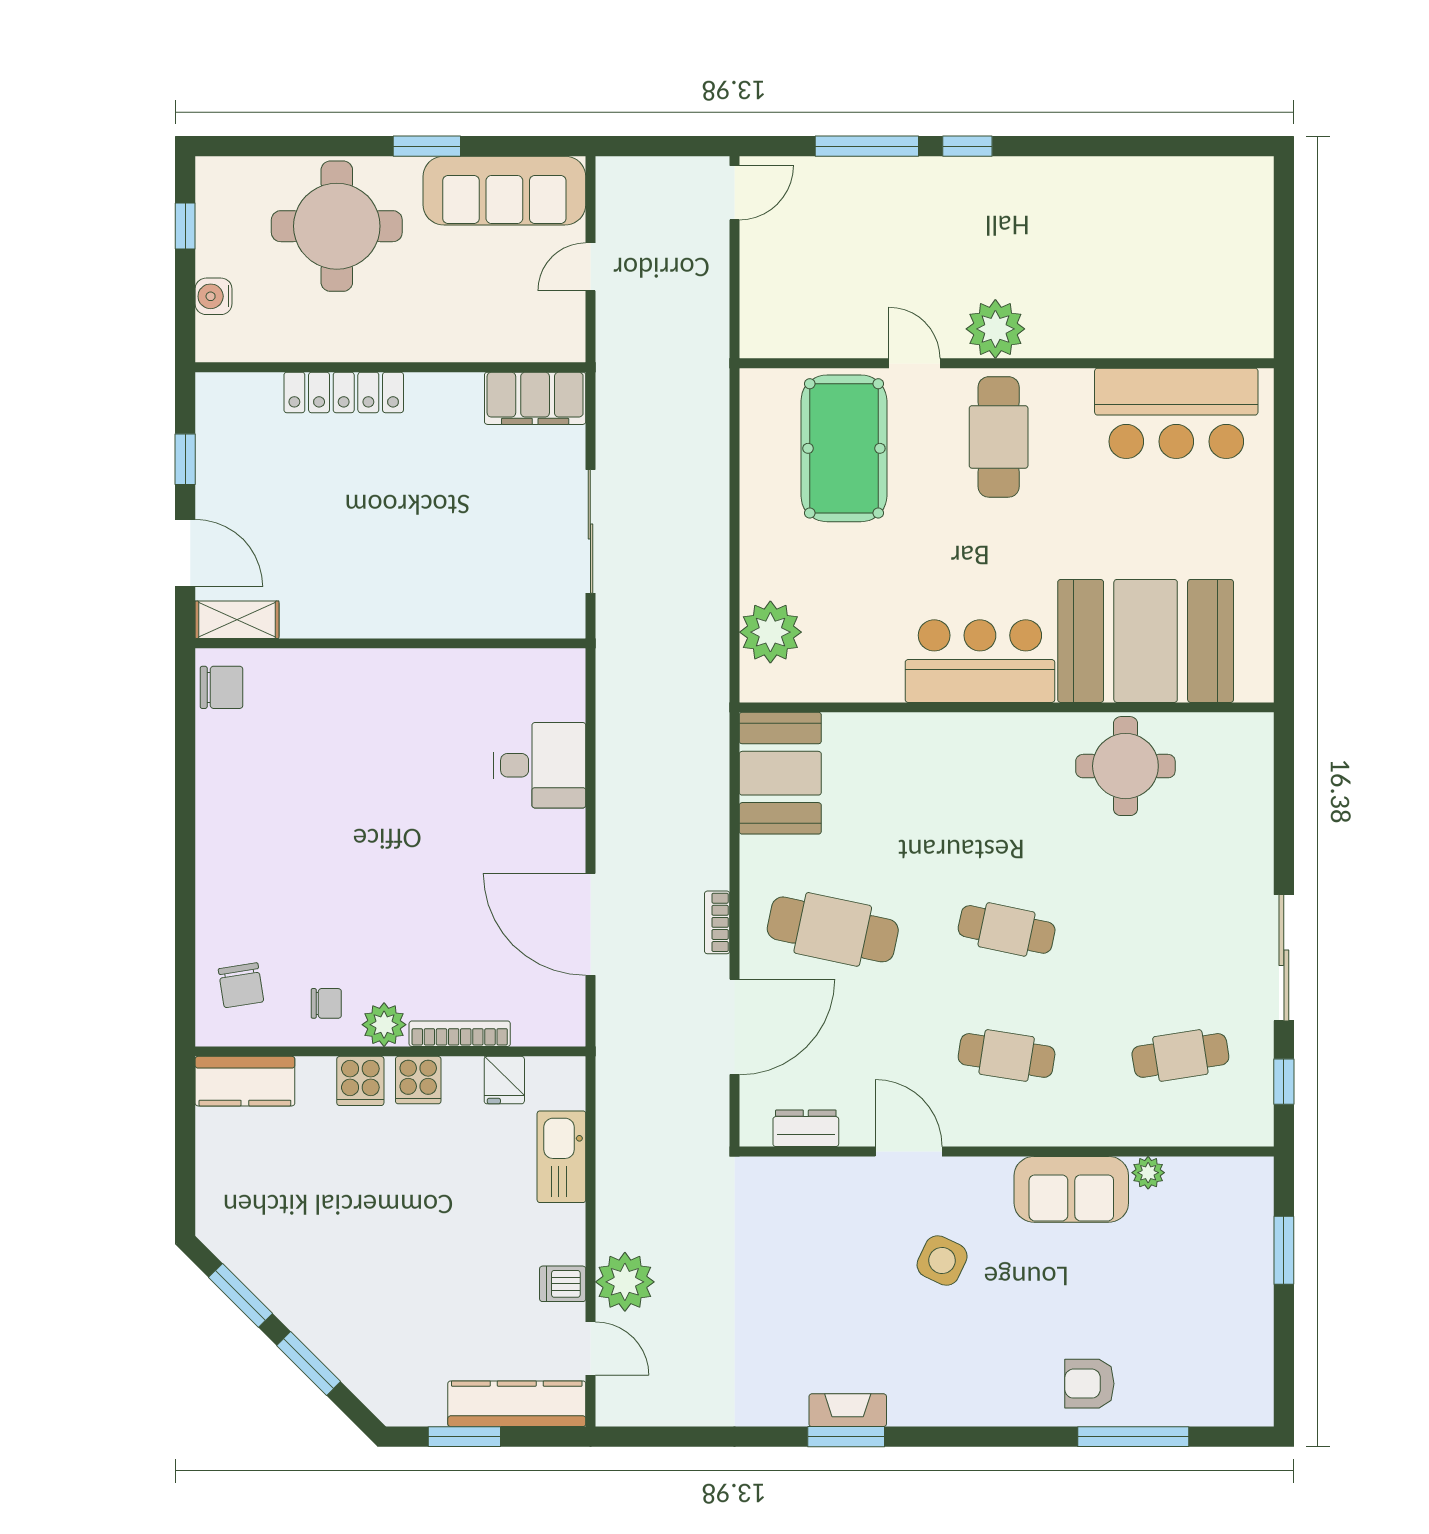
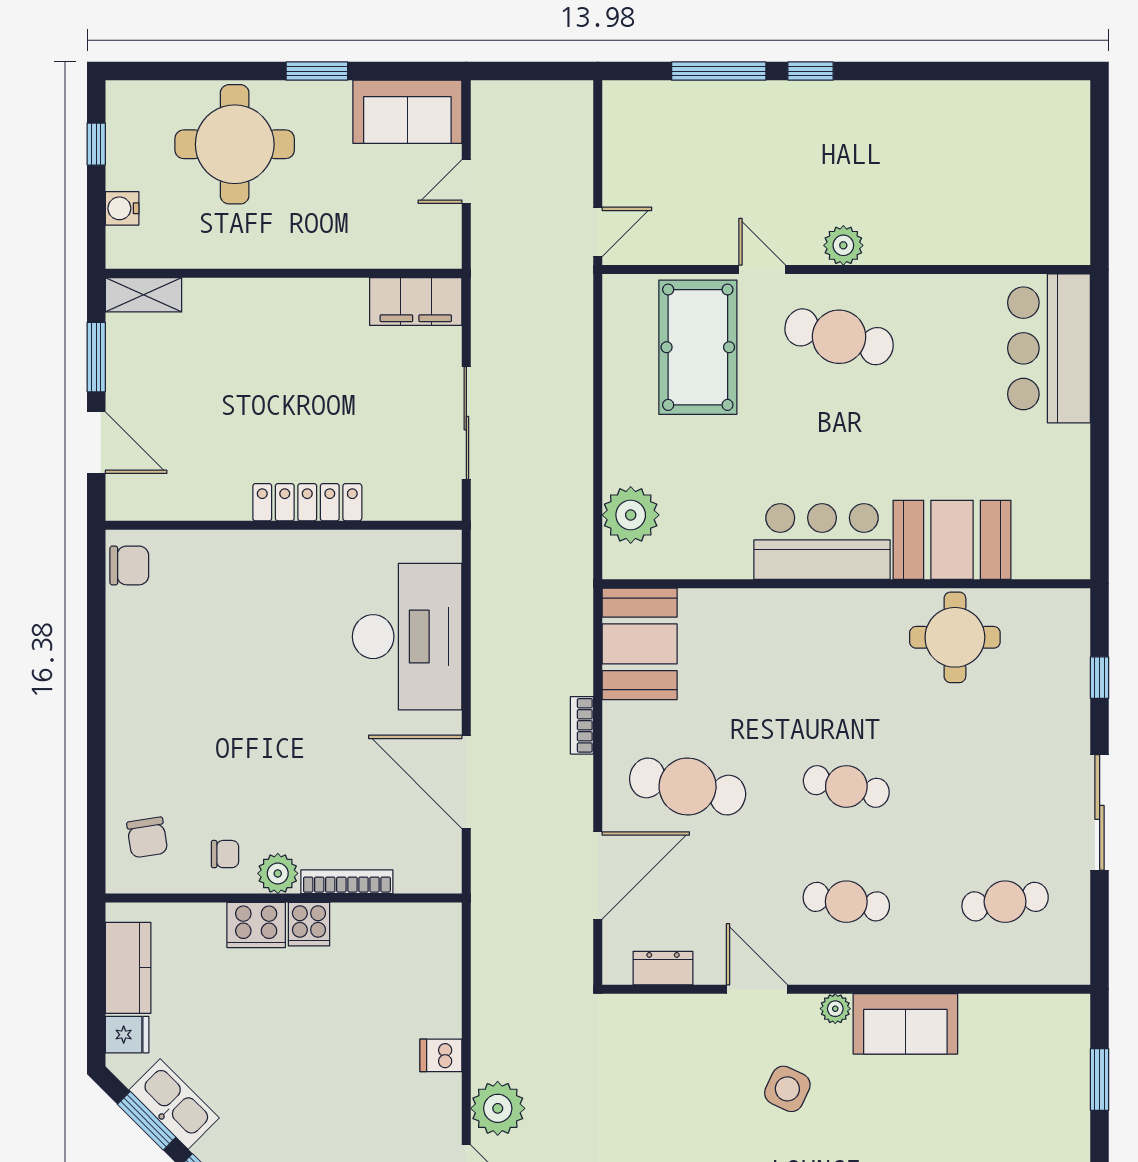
sofa: (504, 191) -> (407, 112), width x0.73
door: (734, 193) -> (598, 232), moved
plant: (995, 329) -> (843, 245), width x0.73, depth x0.73
locker: (344, 392) -> (307, 502), moved, turned 180
bar counter: (1176, 413) -> (1049, 348), moved, turned 90
cafe table: (999, 437) -> (839, 337), turned -76
window: (185, 459) -> (96, 357), width x1.50
shelving: (237, 620) -> (144, 295), moved
booth: (1146, 641) -> (952, 540), width x0.73, depth x0.70
desk: (539, 765) -> (407, 637), width x1.87, depth x1.30
bookcase: (717, 922) -> (582, 725), moved
fridge: (504, 1080) -> (127, 1035), moved, turned -90
kitchen counter: (245, 1081) -> (128, 968), moved, turned -90
cooker: (360, 1081) -> (256, 925), width x1.36
window: (1284, 1082) -> (1100, 678), moved
kitchen sink: (561, 1157) -> (174, 1104), moved, turned 135
plant: (1148, 1173) -> (835, 1009), moved
dishwasher: (563, 1284) -> (441, 1055), moved

